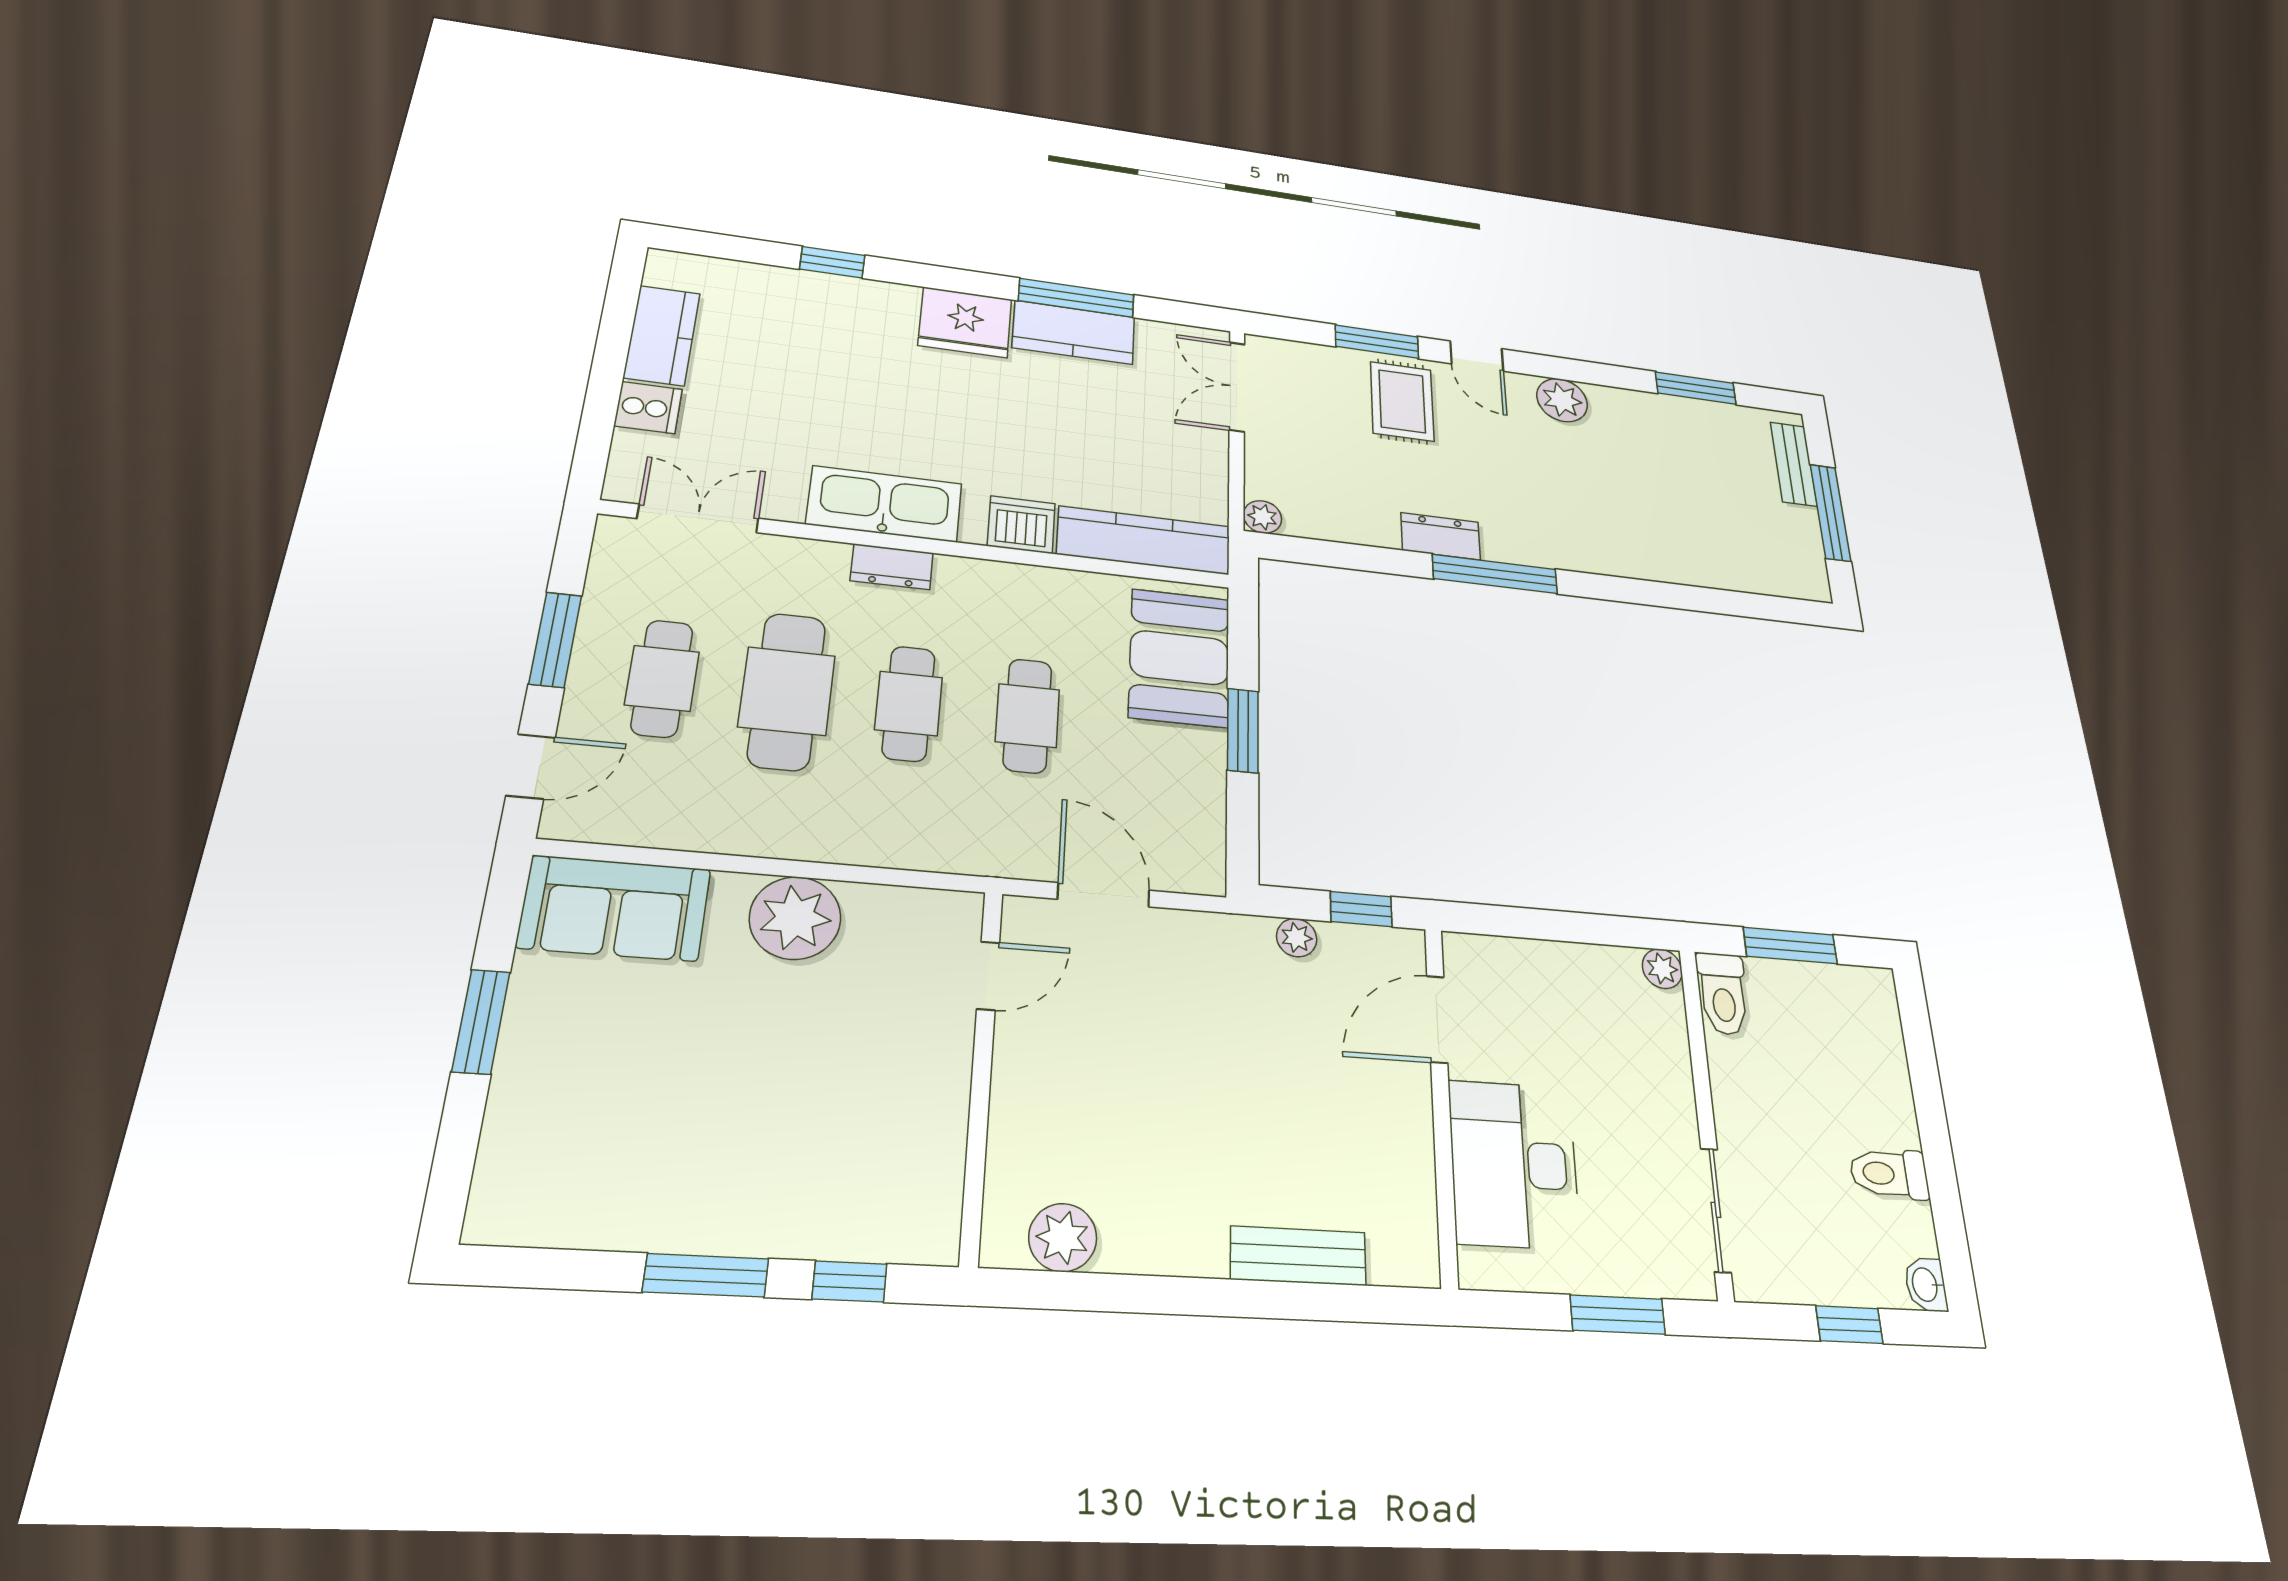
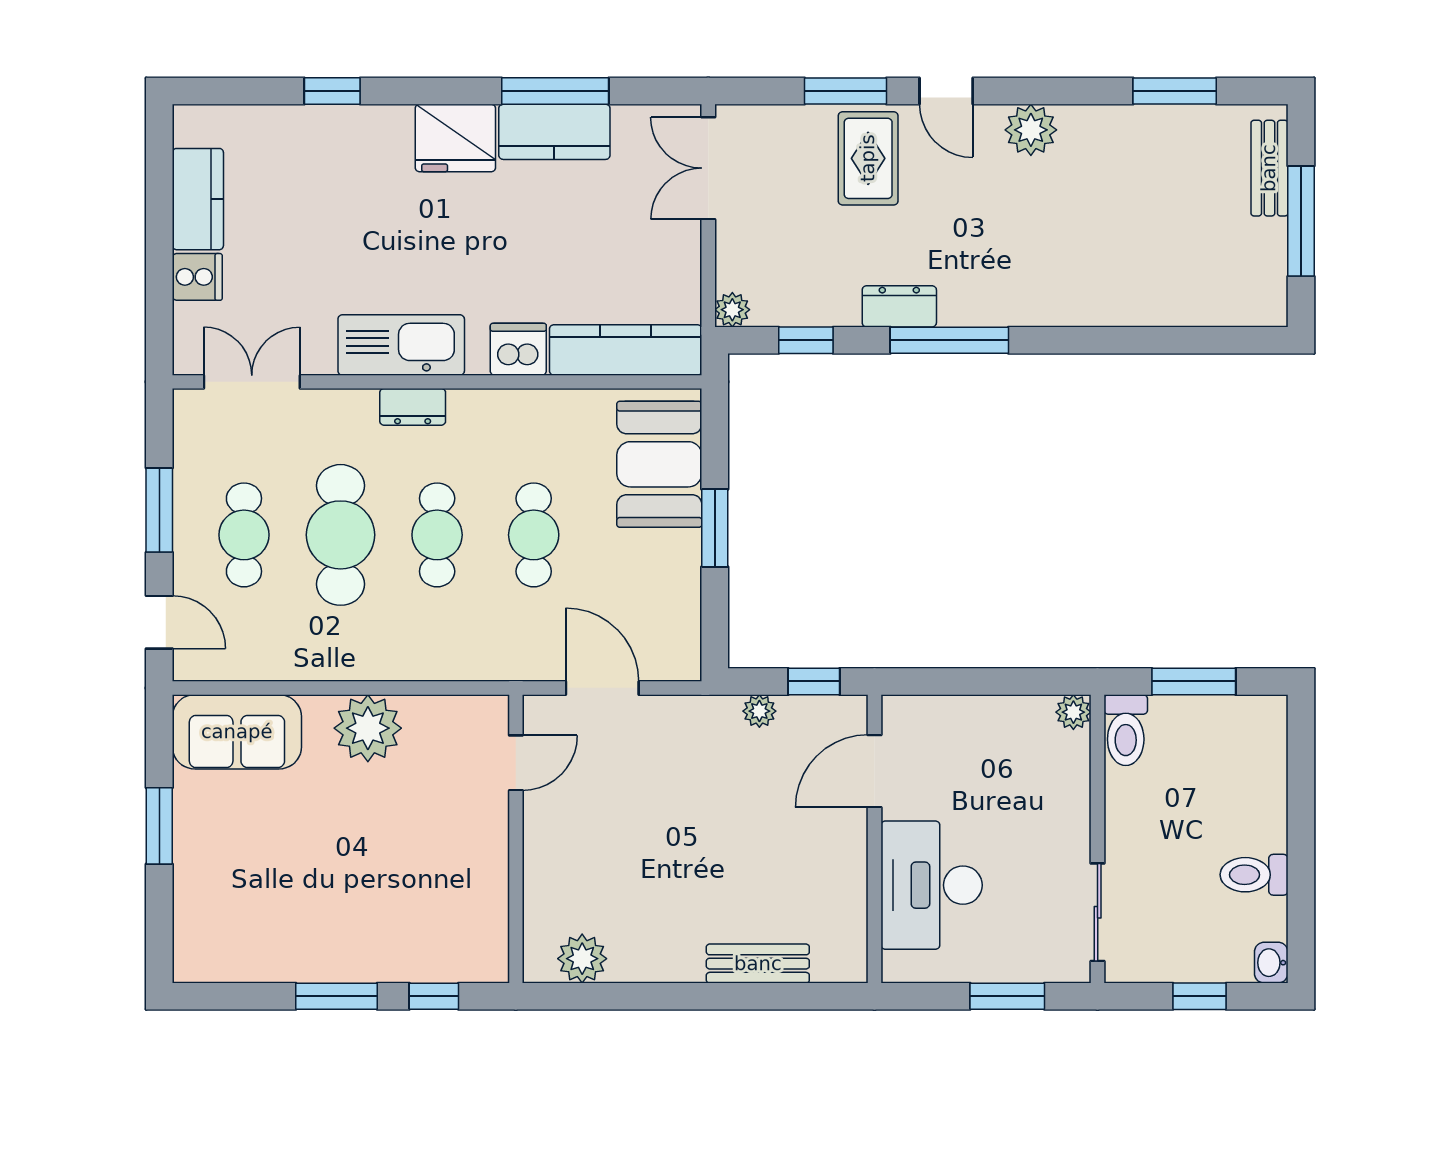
window: (1343, 555) -> (806, 340), added
door: (531, 766) -> (159, 622), hinge flipped

